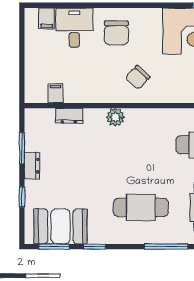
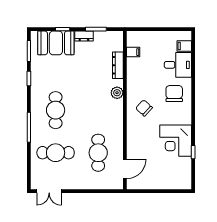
chair: (116, 33) -> (174, 94), turned 90
dresser: (69, 116) -> (118, 65), width x1.44
booth: (61, 226) -> (56, 43), moved, turned 90

